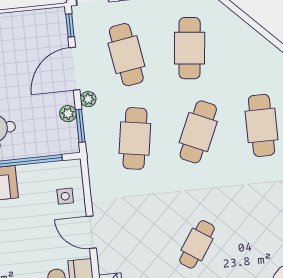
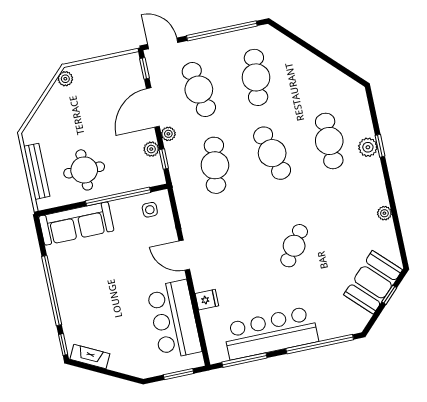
window: (80, 126) -> (164, 159), width x0.67
cafe table: (198, 132) -> (272, 153), turned -39
side table: (65, 196) -> (150, 210), moved
cafe table: (197, 244) -> (294, 246), moved

